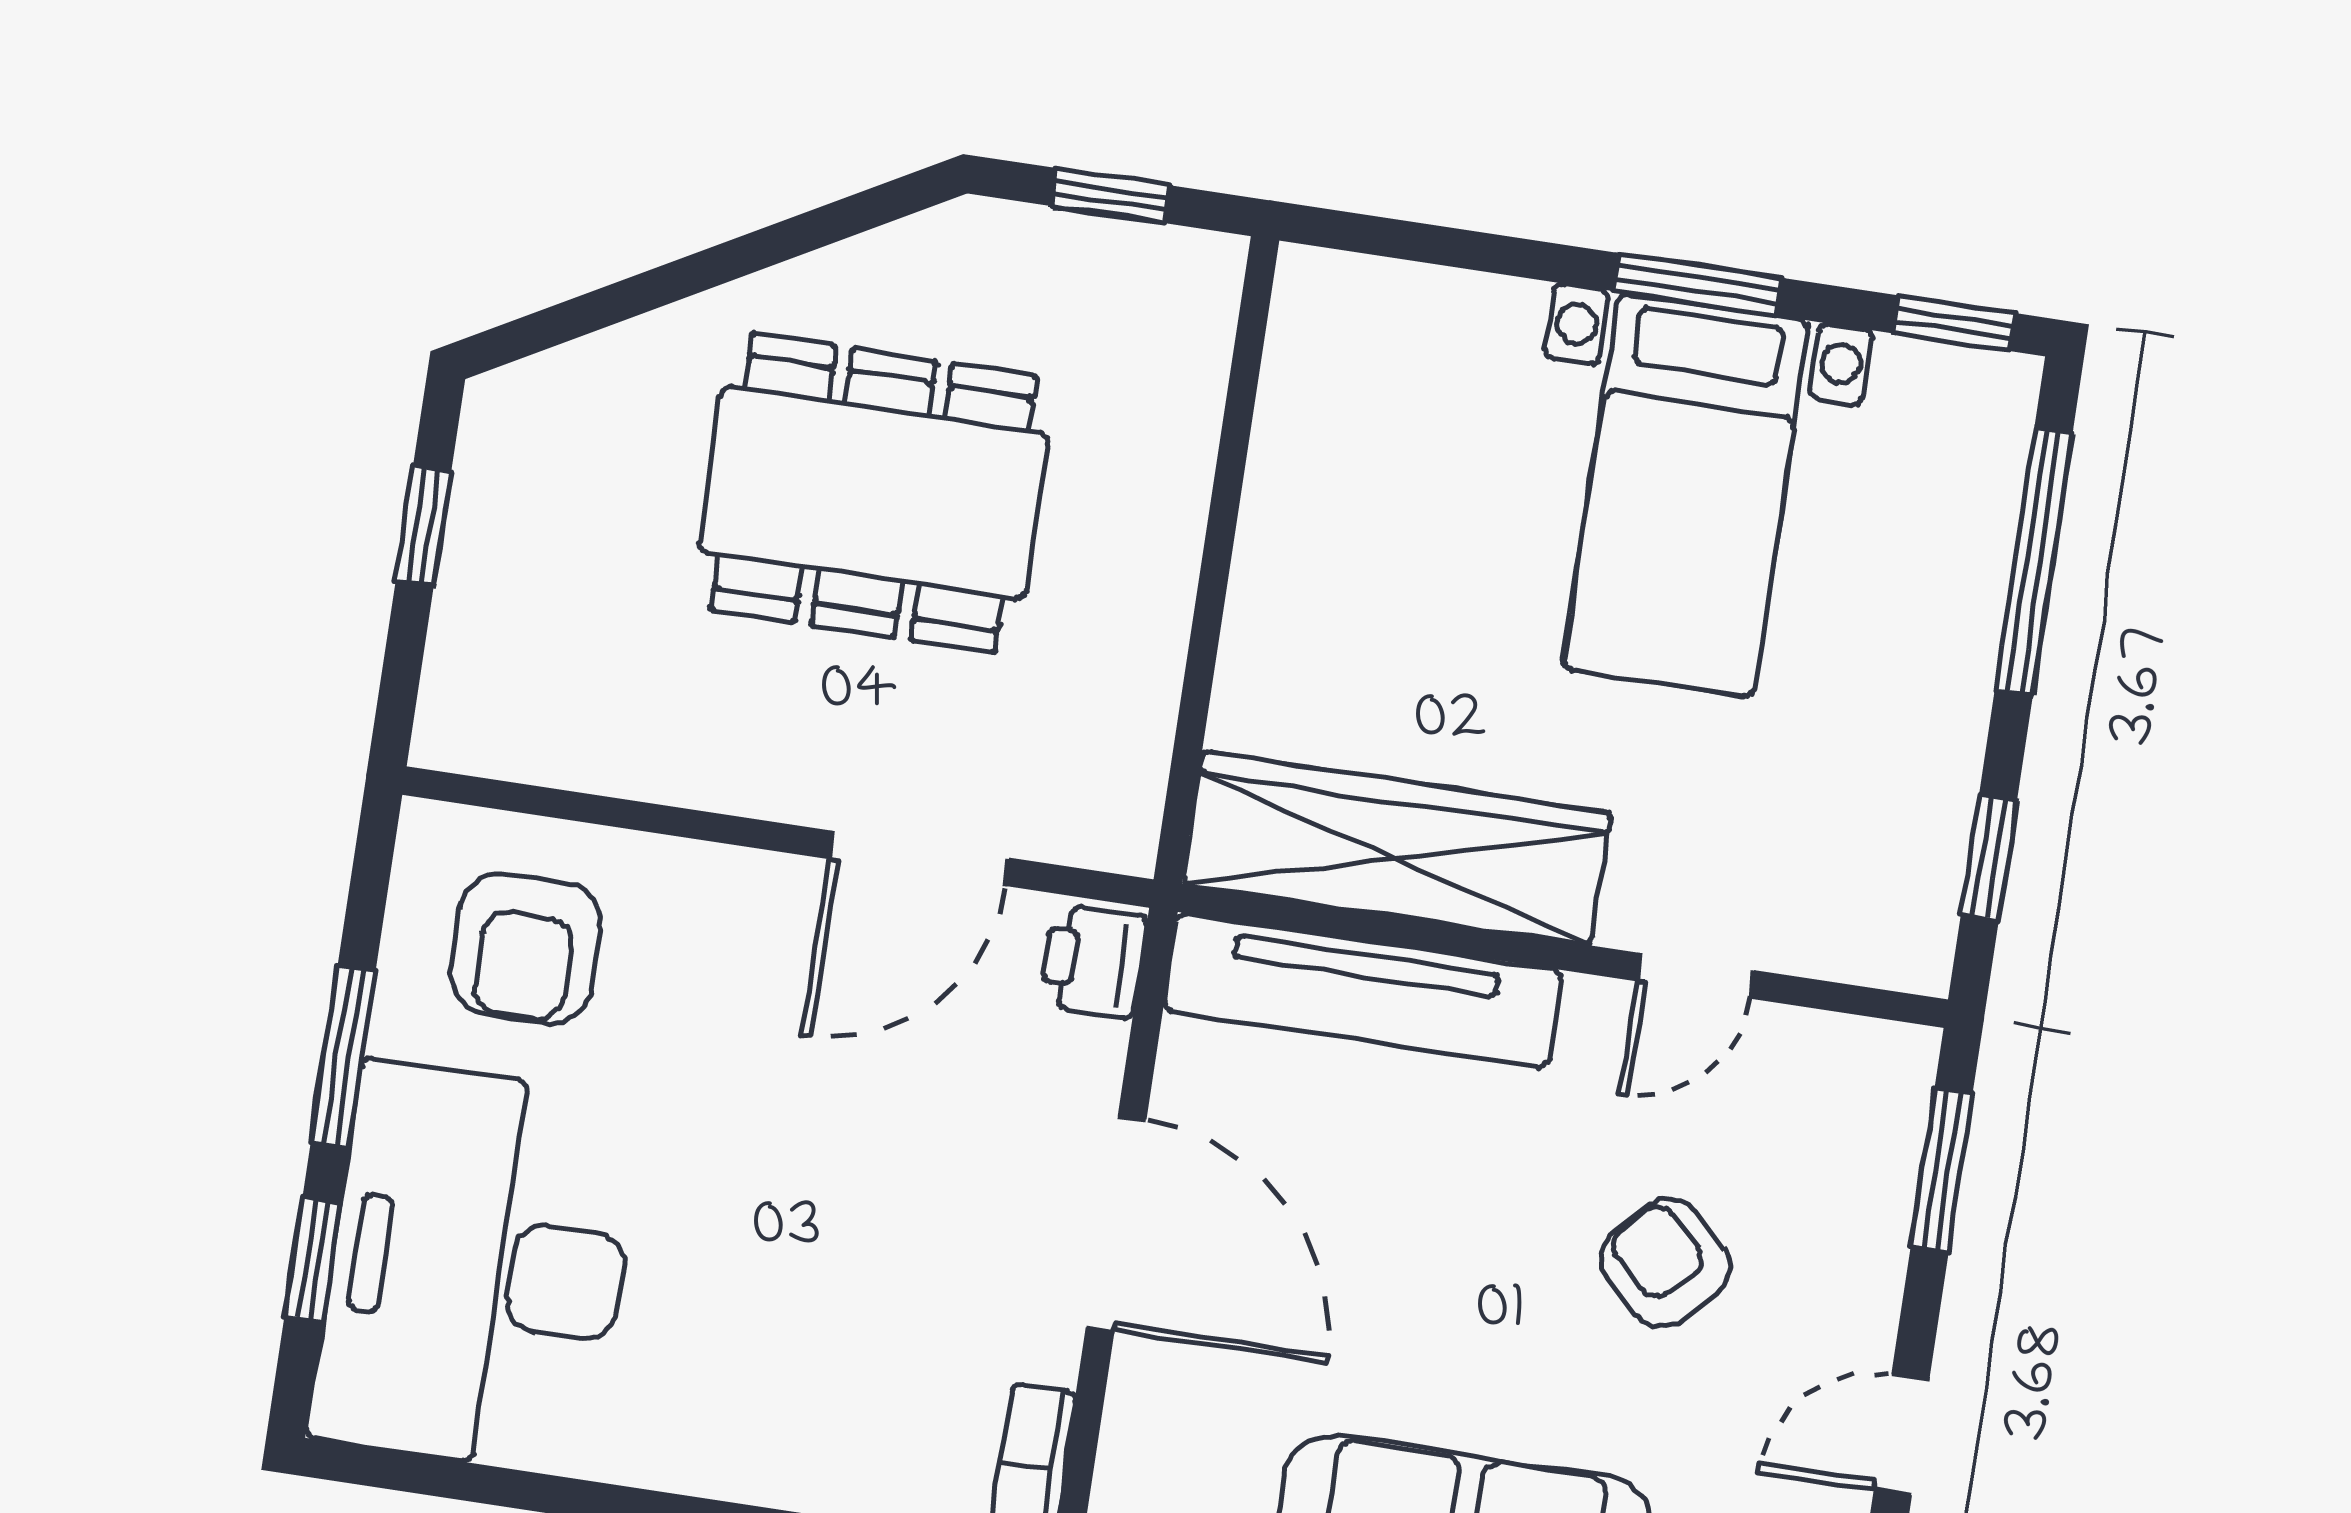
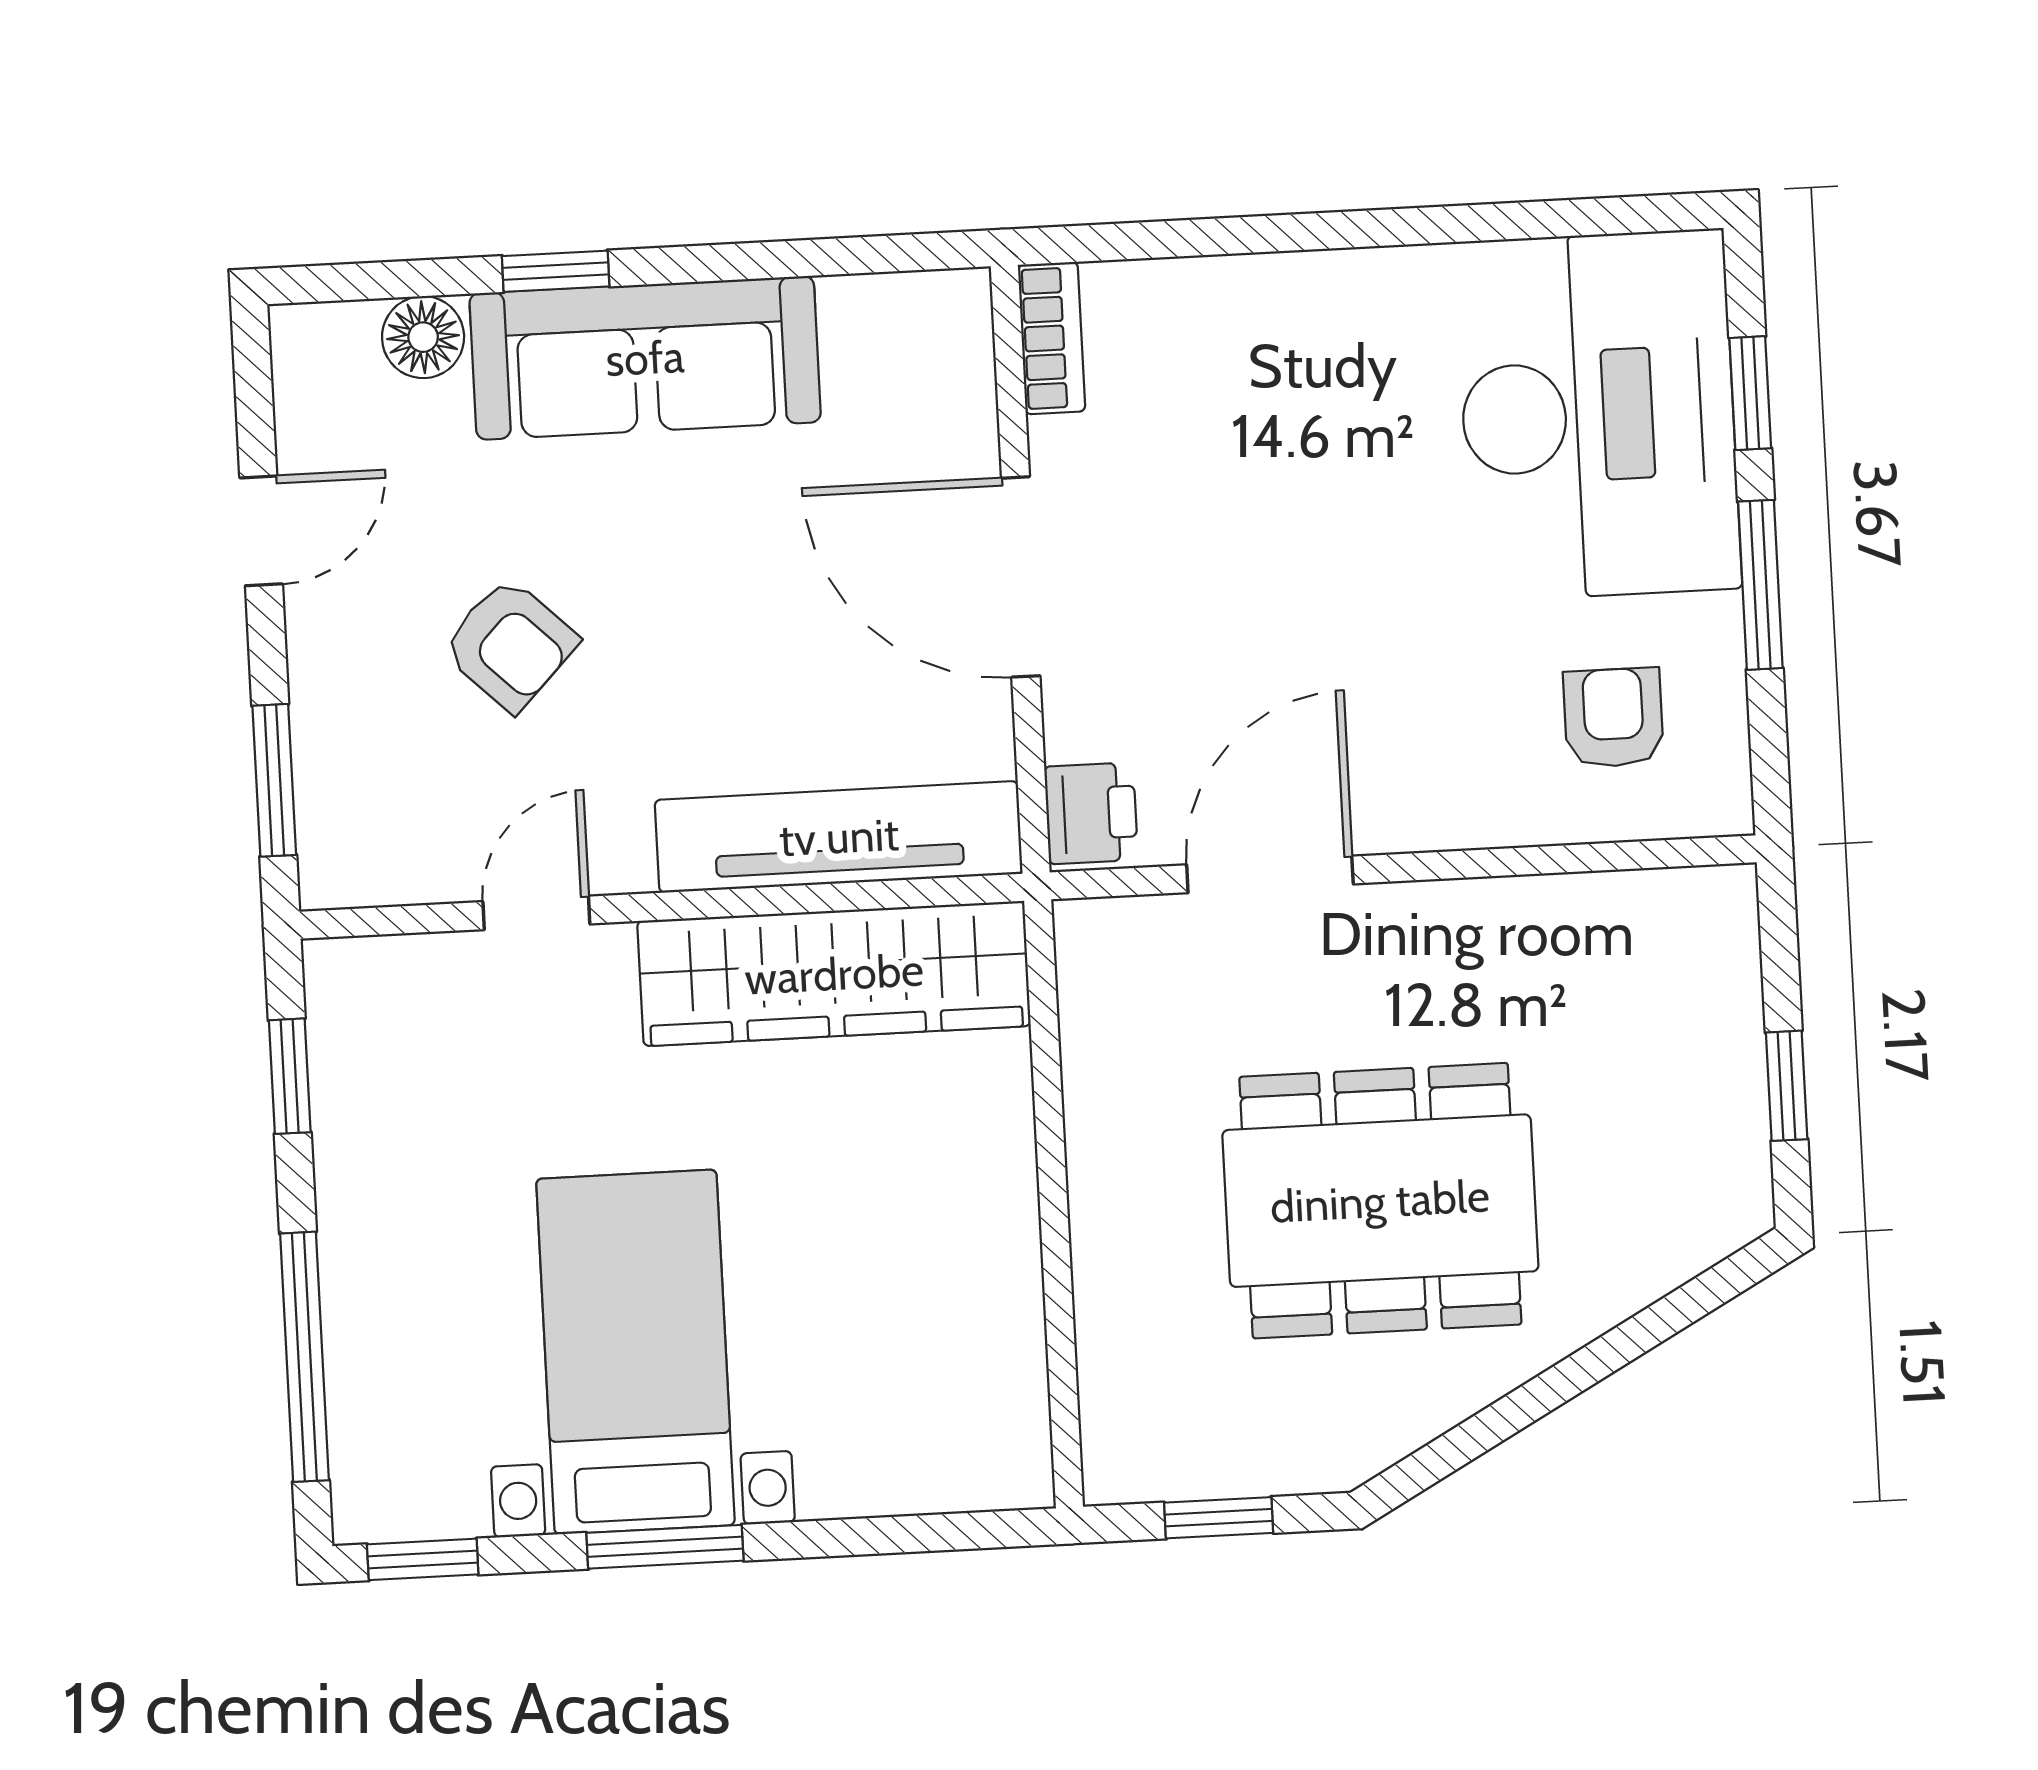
armchair: (526, 949) -> (1613, 718), width x0.72, depth x0.72

